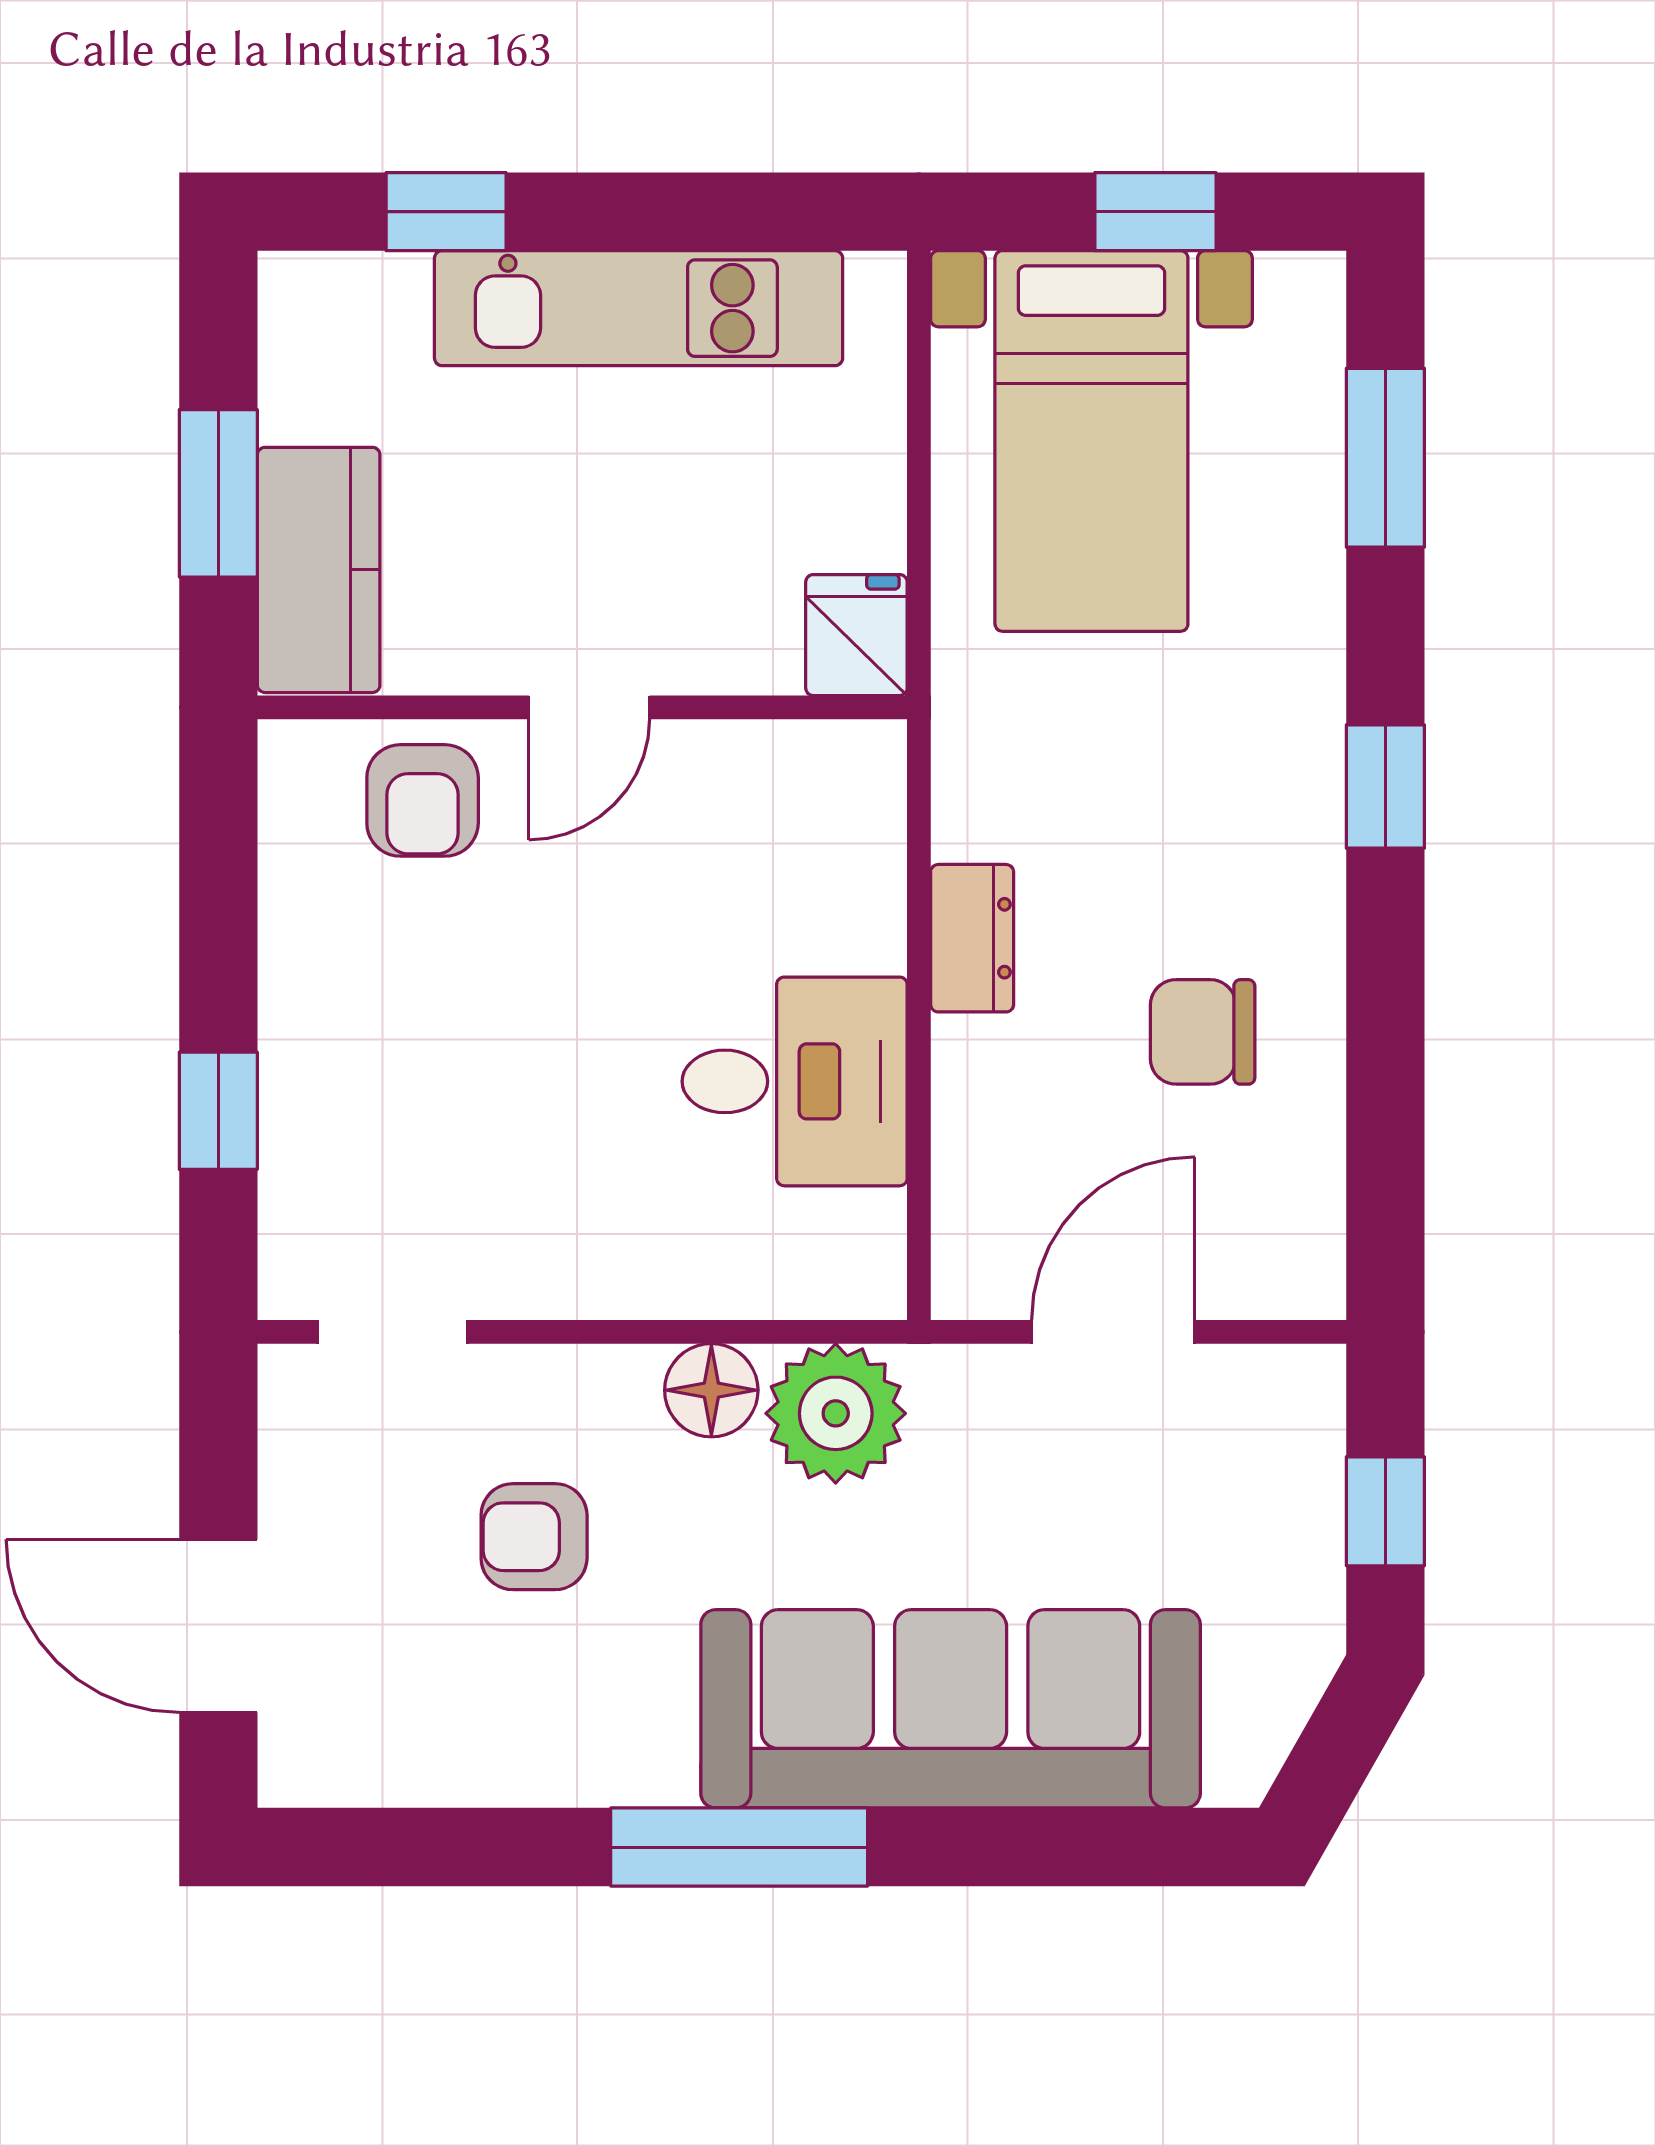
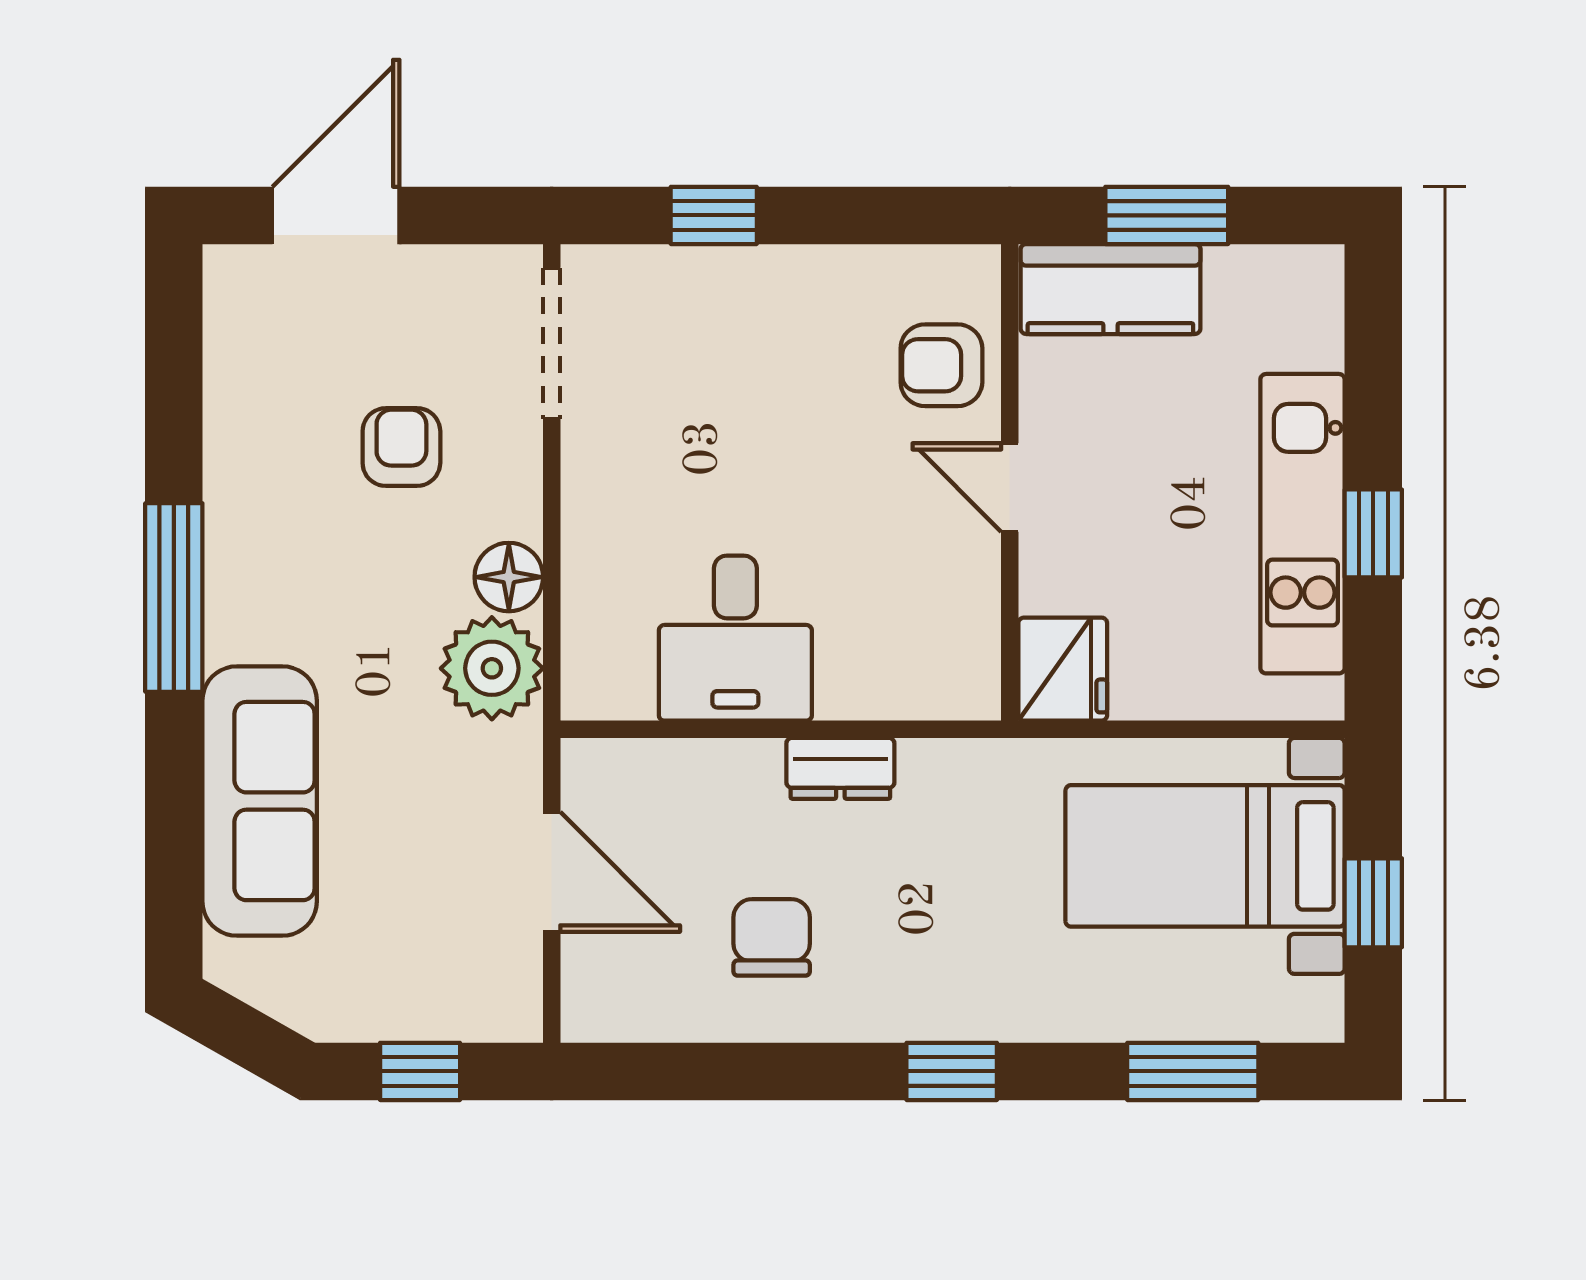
window: (446, 212) -> (1373, 533), moved
fridge: (856, 635) -> (1063, 669), width x1.38
doorway: (393, 1332) -> (552, 343), width x1.38
sofa: (951, 1709) -> (260, 801), width x0.74, depth x0.79

